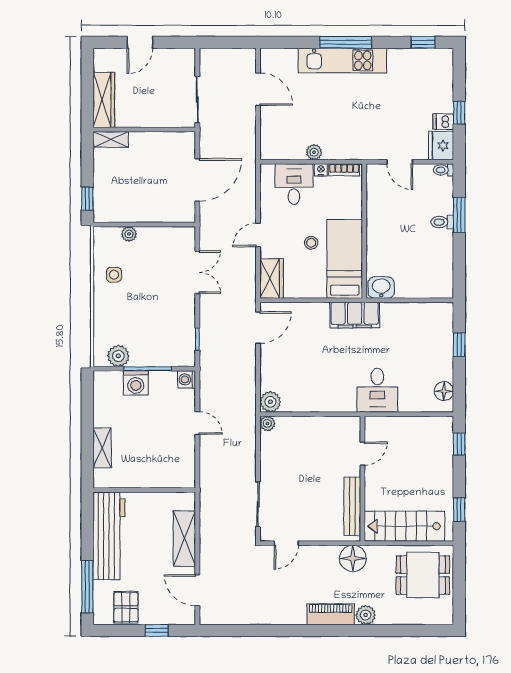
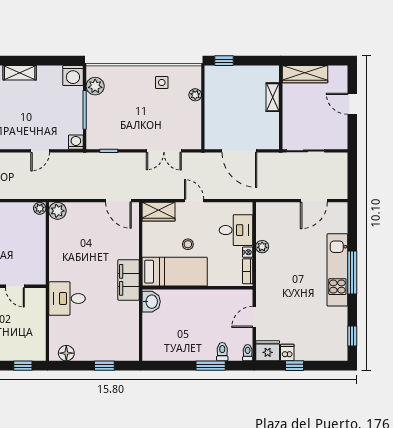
shelving: (111, 139) -> (273, 97), moved
toilet: (442, 222) -> (222, 352), moved
washing machine: (136, 383) -> (73, 75), moved, turned -90

